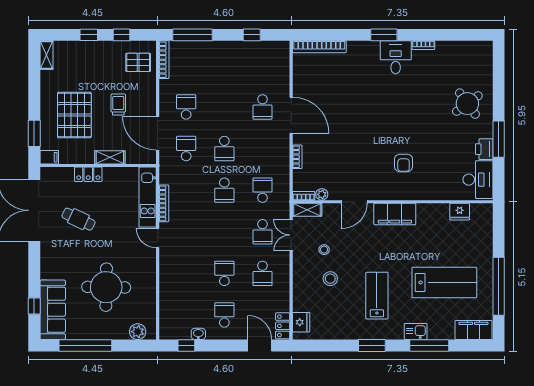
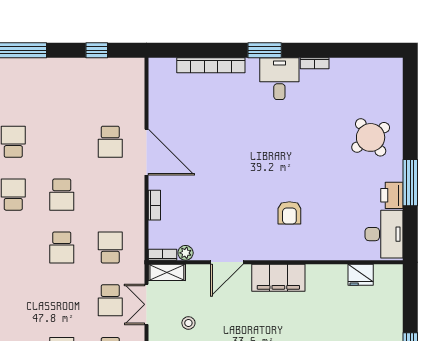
bookcase: (319, 47) -> (211, 65), moved

